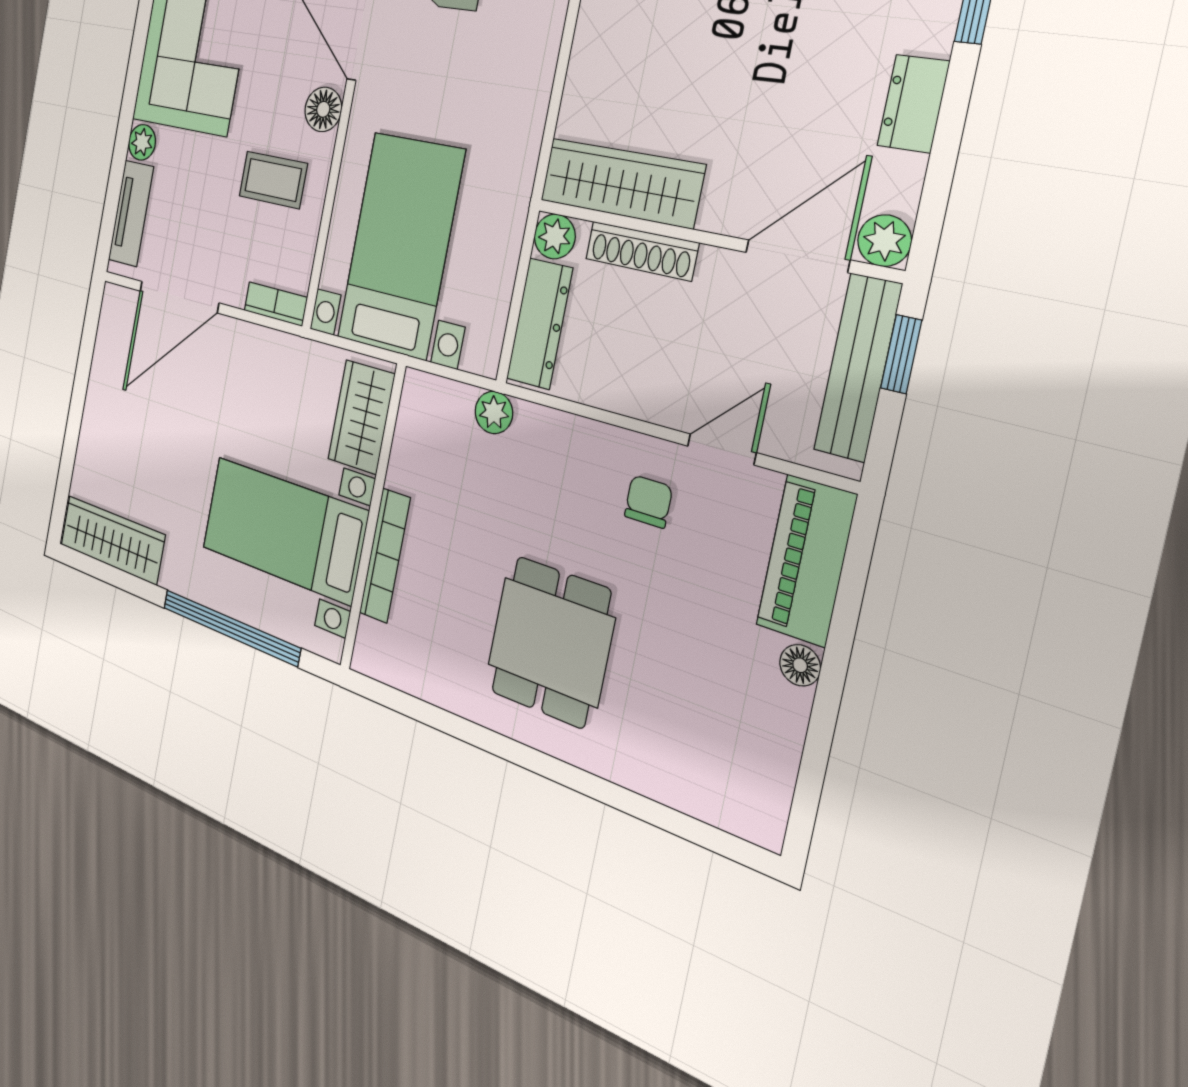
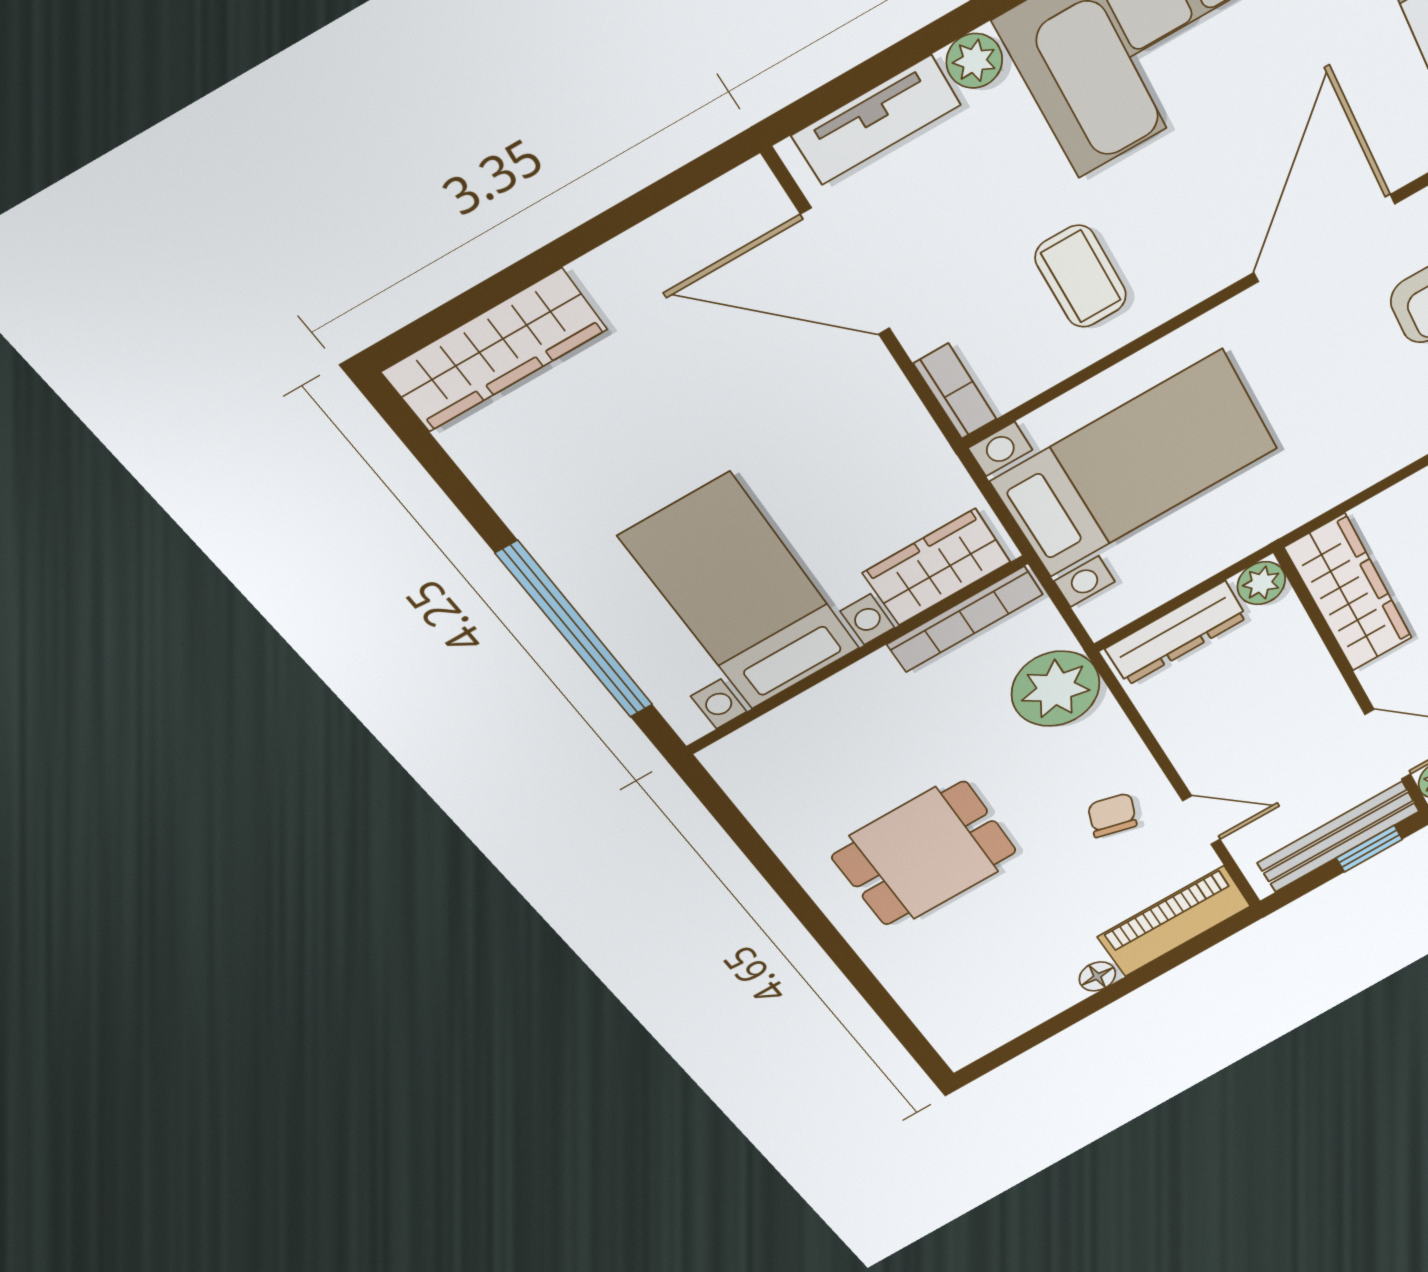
floor lamp: (323, 109) -> (1202, 271), removed
shoe rack: (641, 251) -> (1305, 652), removed
plant: (494, 412) -> (1056, 689), width x1.87, depth x1.87
chair: (648, 502) -> (1112, 815), turned -73
wardrobe: (112, 540) -> (495, 350), moved, turned 90
bookcase: (385, 555) -> (965, 619), moved

